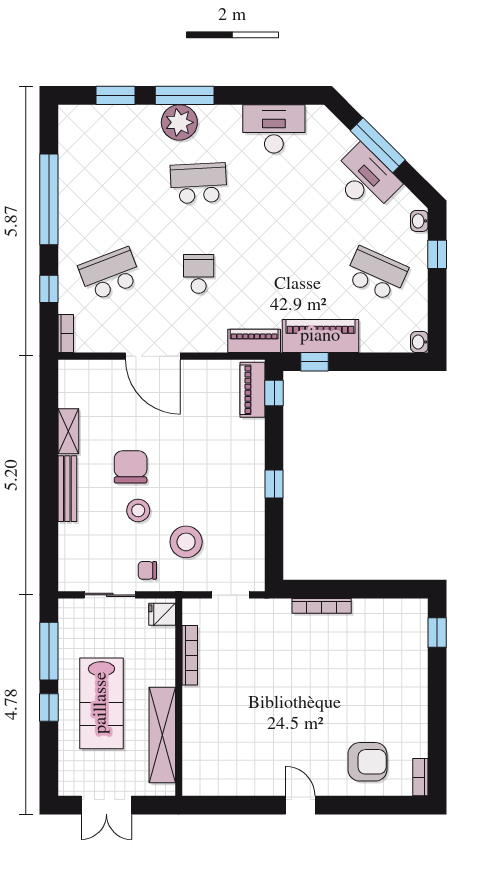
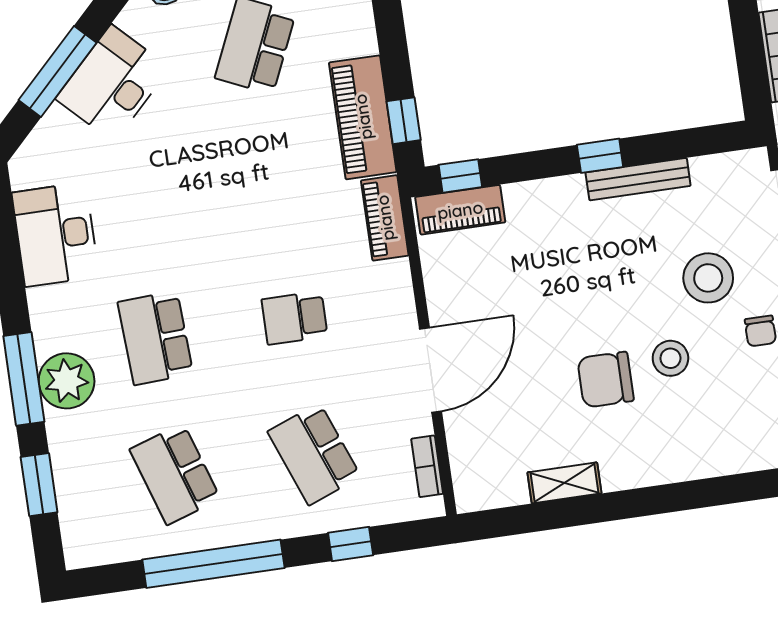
school desk: (110, 183) -> (175, 474), added
bookcase: (66, 333) -> (427, 466), moved, turned -90
bench: (67, 489) -> (638, 179), moved

